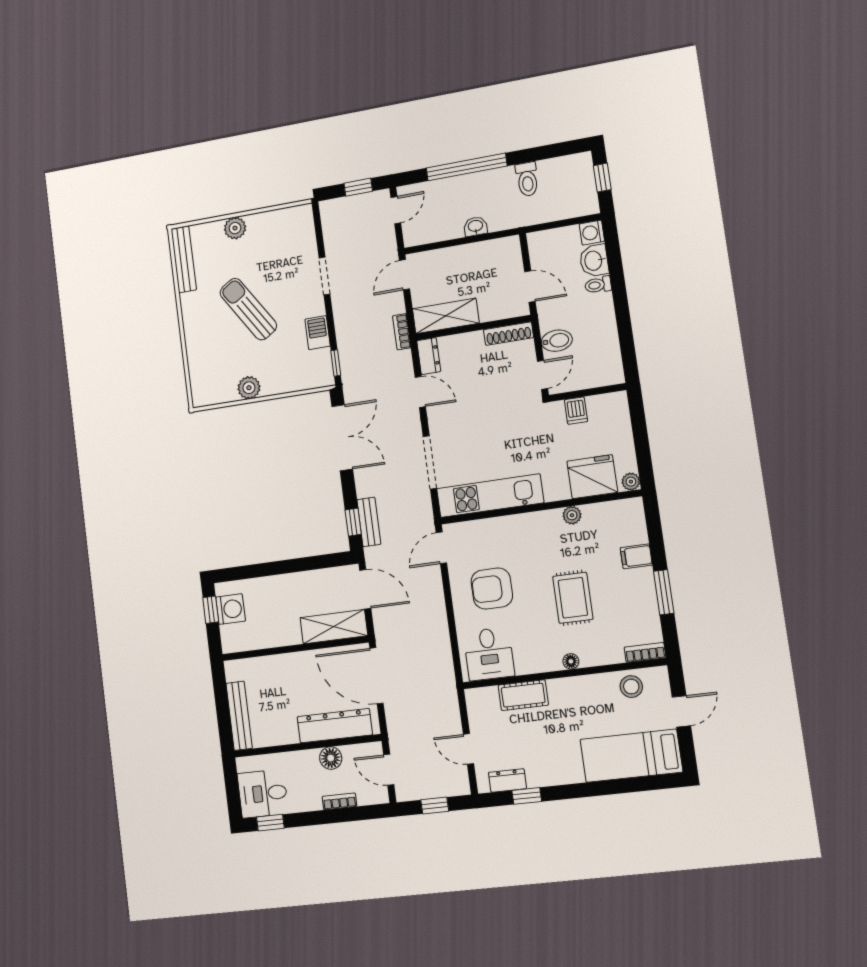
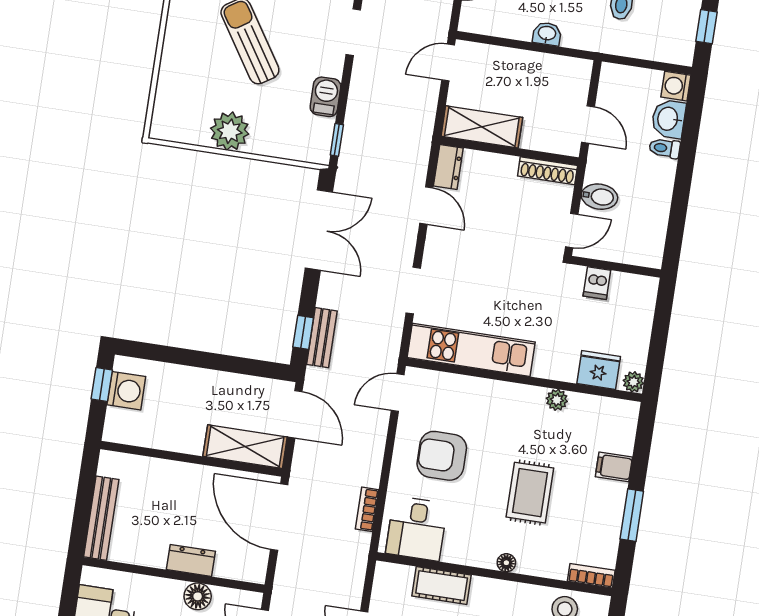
bookcase: (402, 332) -> (367, 509), moved
plant: (249, 388) -> (230, 131), width x1.36, depth x1.36
doorway: (430, 462) -> (413, 290), width x0.73
fridge: (592, 477) -> (599, 370), width x0.73, depth x0.75
dresser: (335, 726) -> (191, 560), width x0.51, depth x0.80

